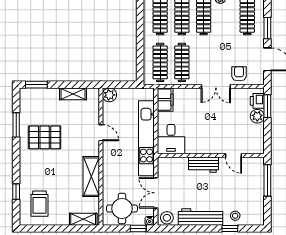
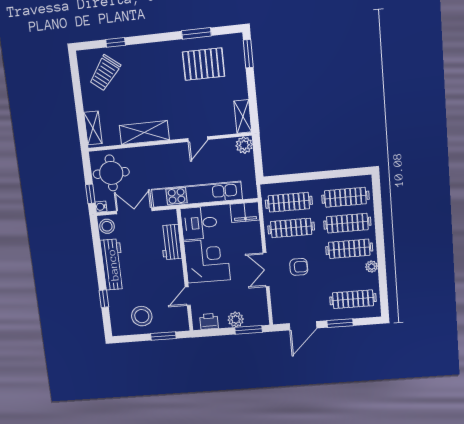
armchair: (239, 74) -> (299, 267), moved
shelving: (73, 94) -> (243, 116), moved
printer: (257, 101) -> (209, 321), moved
corner desk: (204, 136) -> (207, 261), added
pallet: (45, 137) -> (204, 64), moved, turned 90
workbench: (204, 165) -> (171, 242), moved
window: (267, 180) -> (163, 336), width x0.69
trolley: (40, 204) -> (105, 73), turned -52
stool: (235, 216) -> (142, 316), moved, width x1.89, depth x1.89

